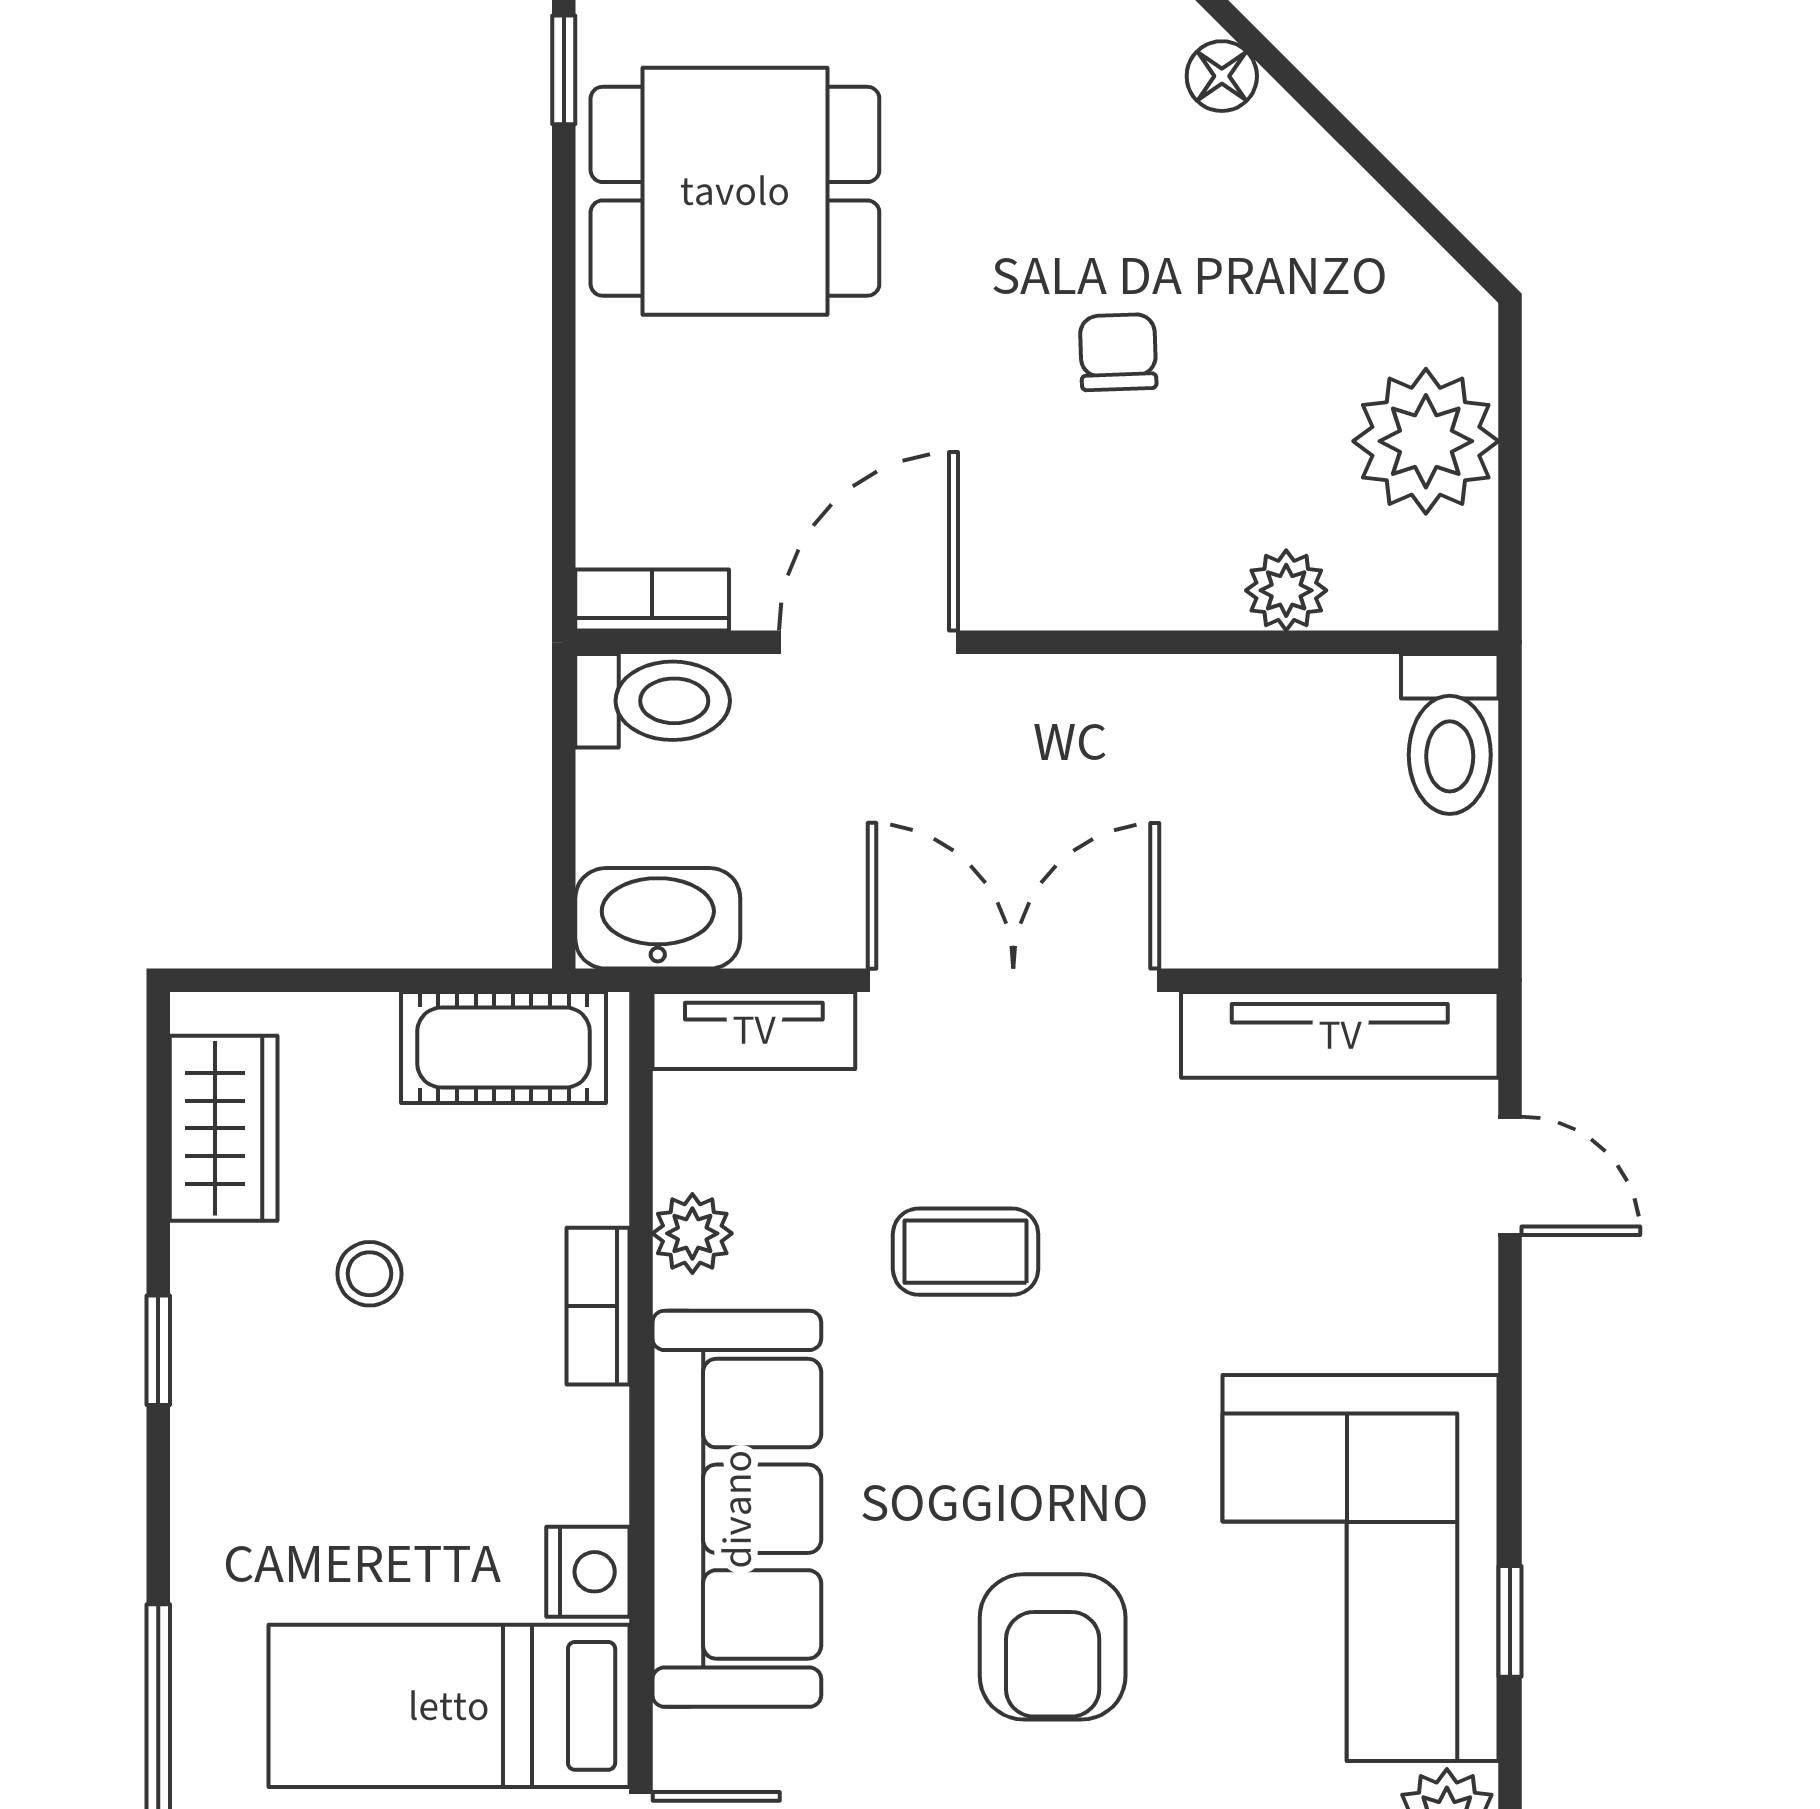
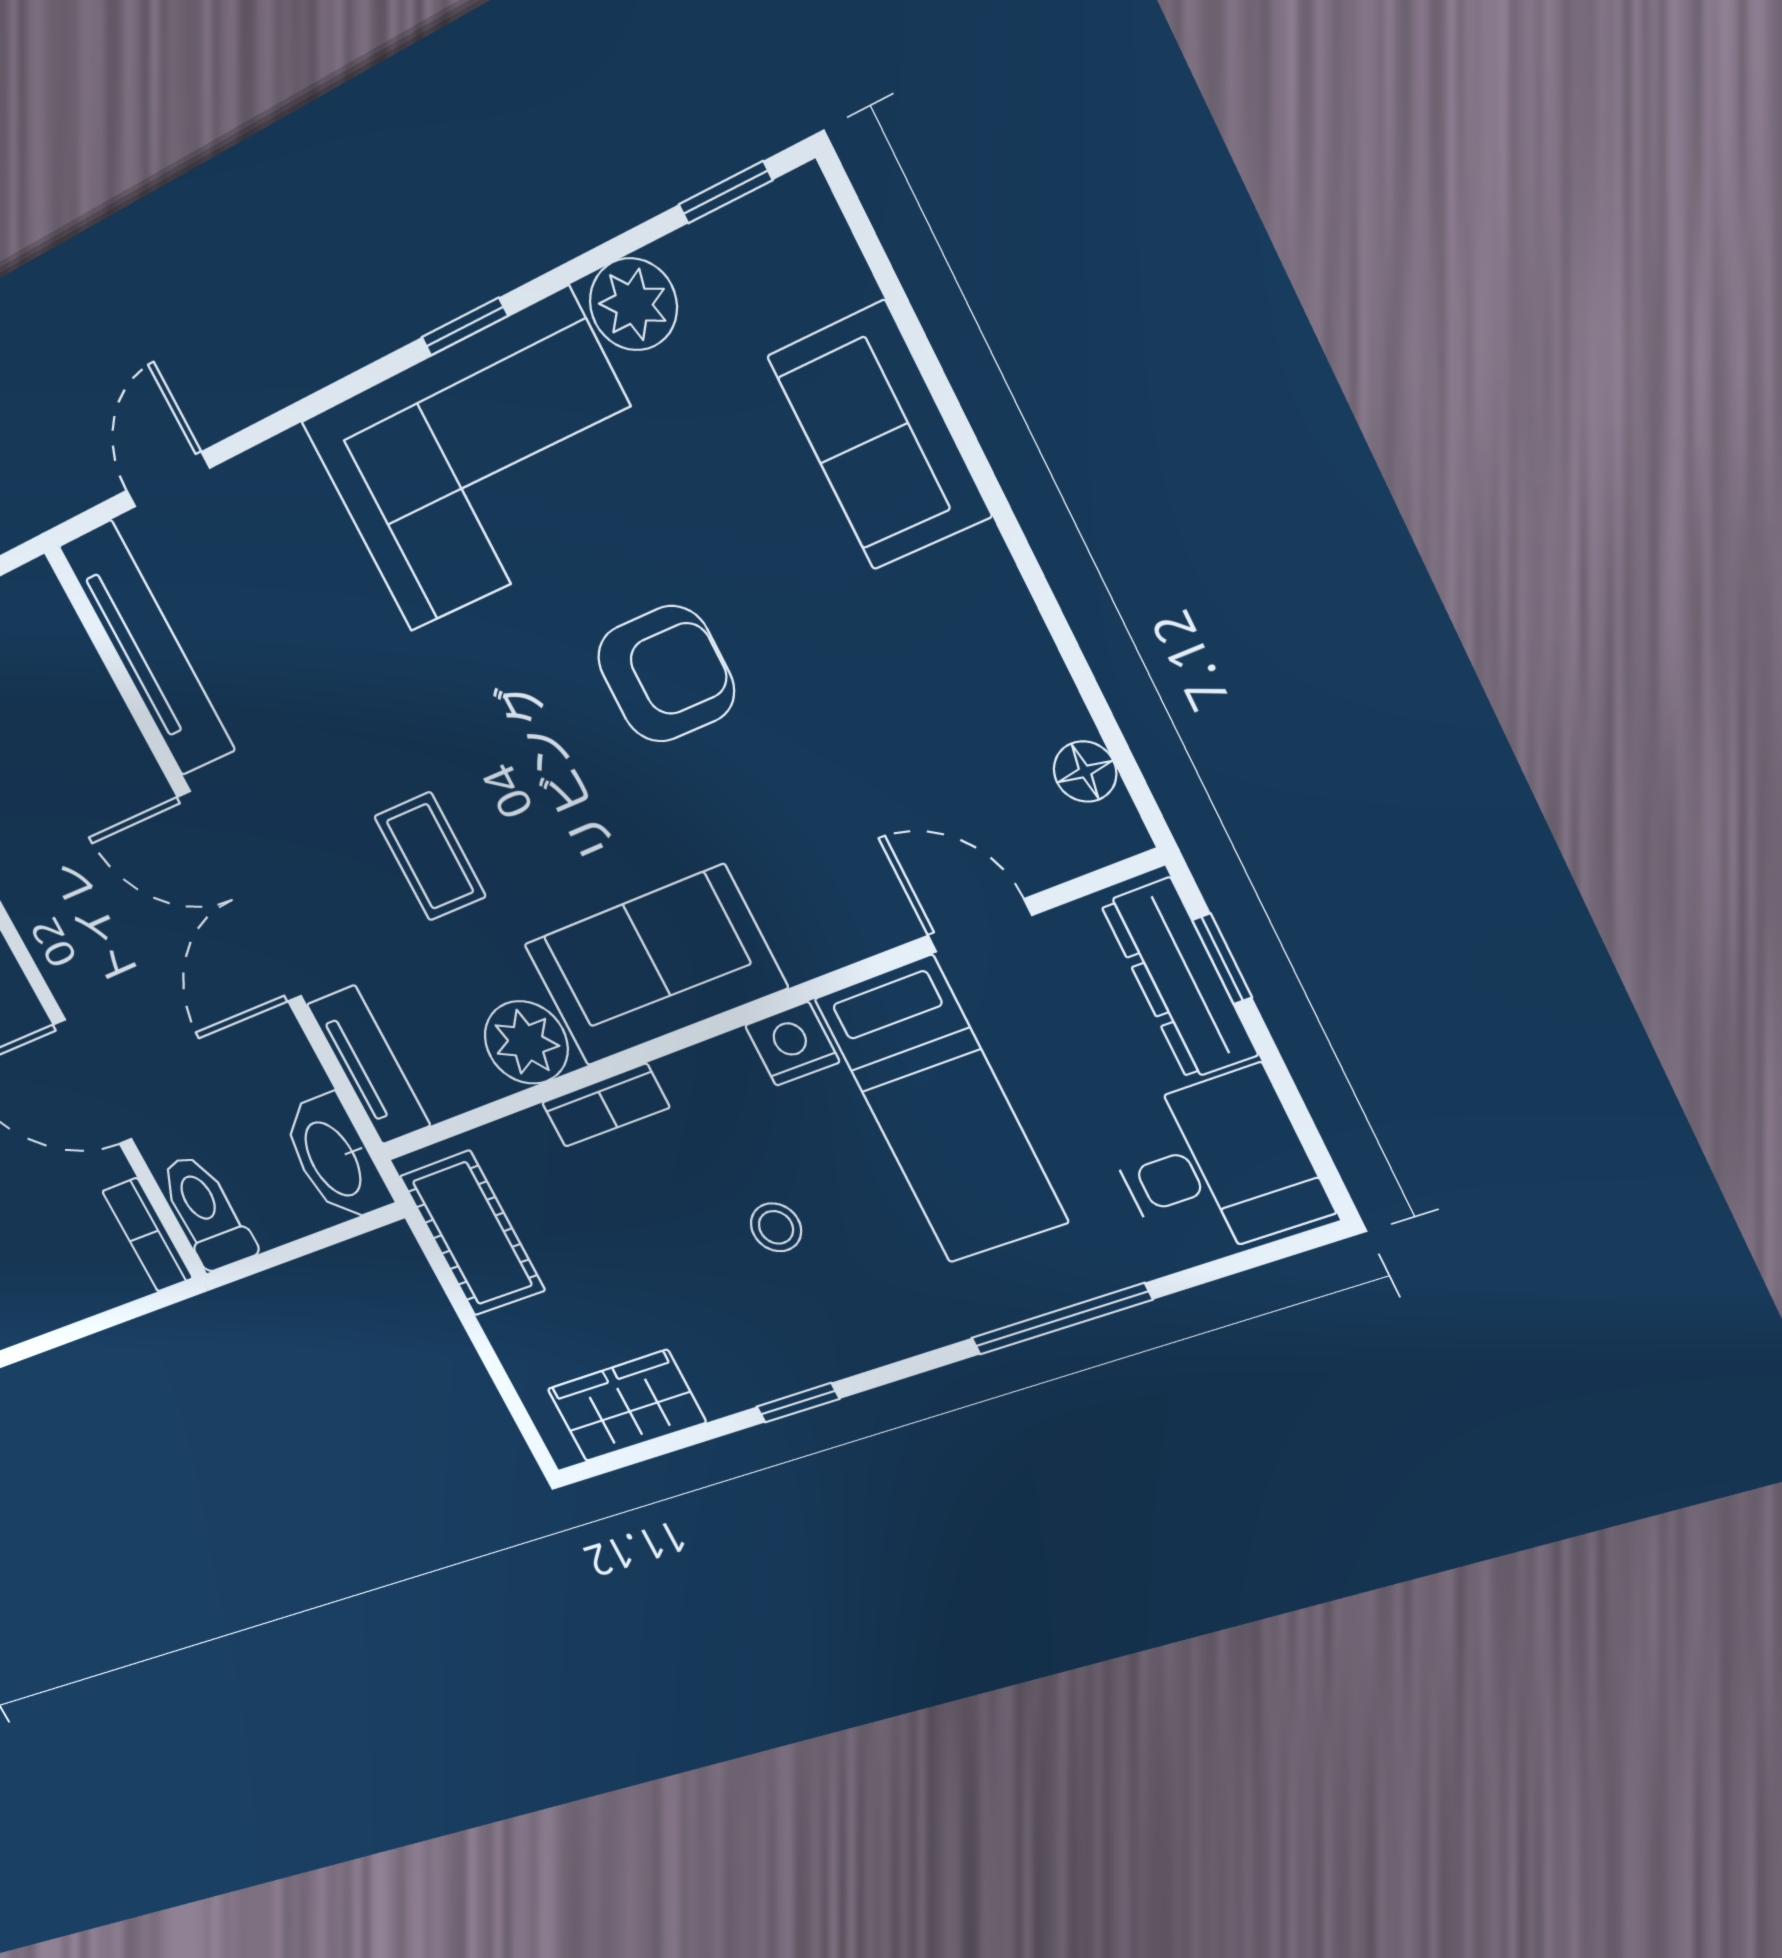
plant: (692, 1233) -> (526, 1042), width x1.38, depth x1.38
stool: (370, 1274) -> (776, 1227), moved
sofa: (737, 1509) -> (655, 966), width x0.73

